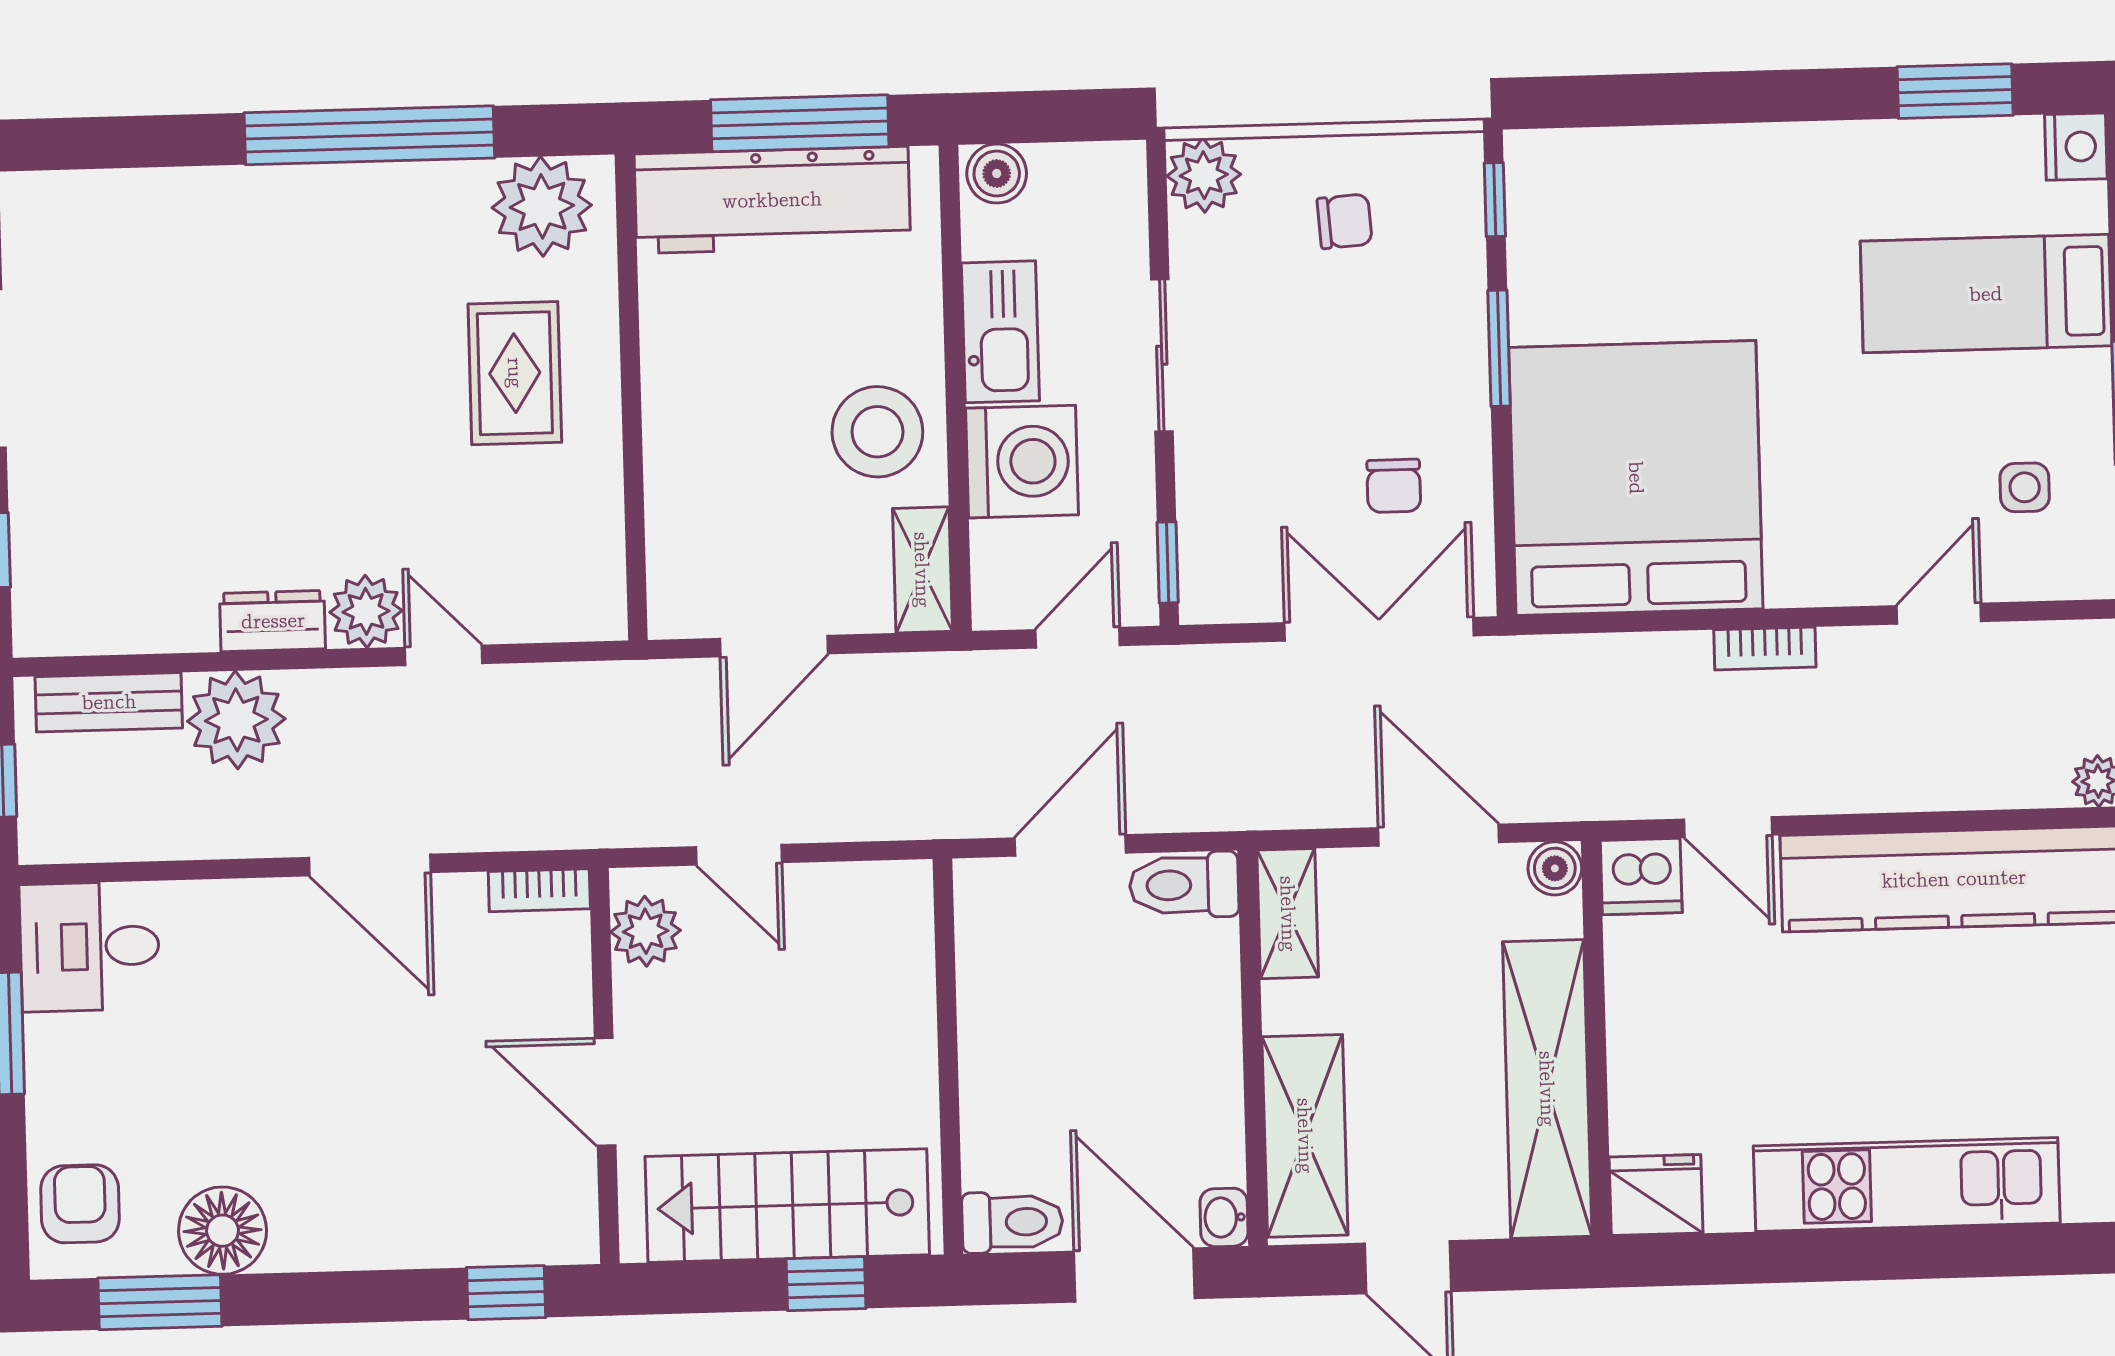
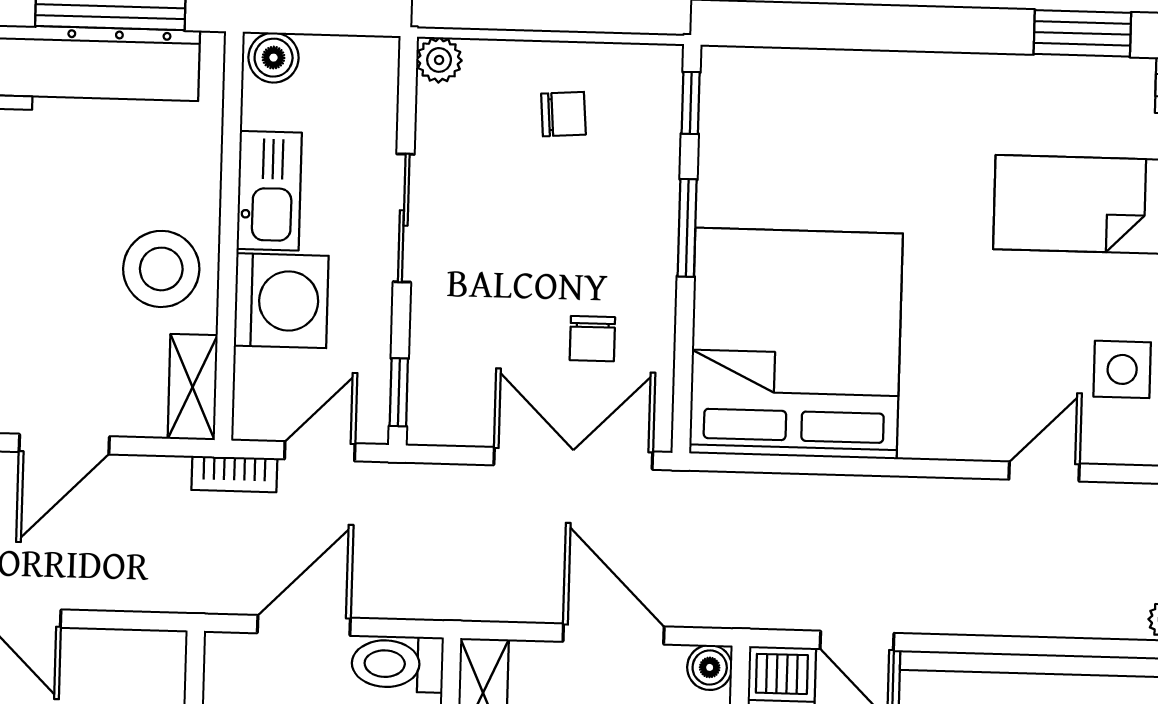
plant: (1204, 175) -> (439, 60), width x0.73, depth x0.73
side table: (2025, 487) -> (1122, 369), width x1.37, depth x1.37
bookcase: (1765, 648) -> (234, 474), moved

